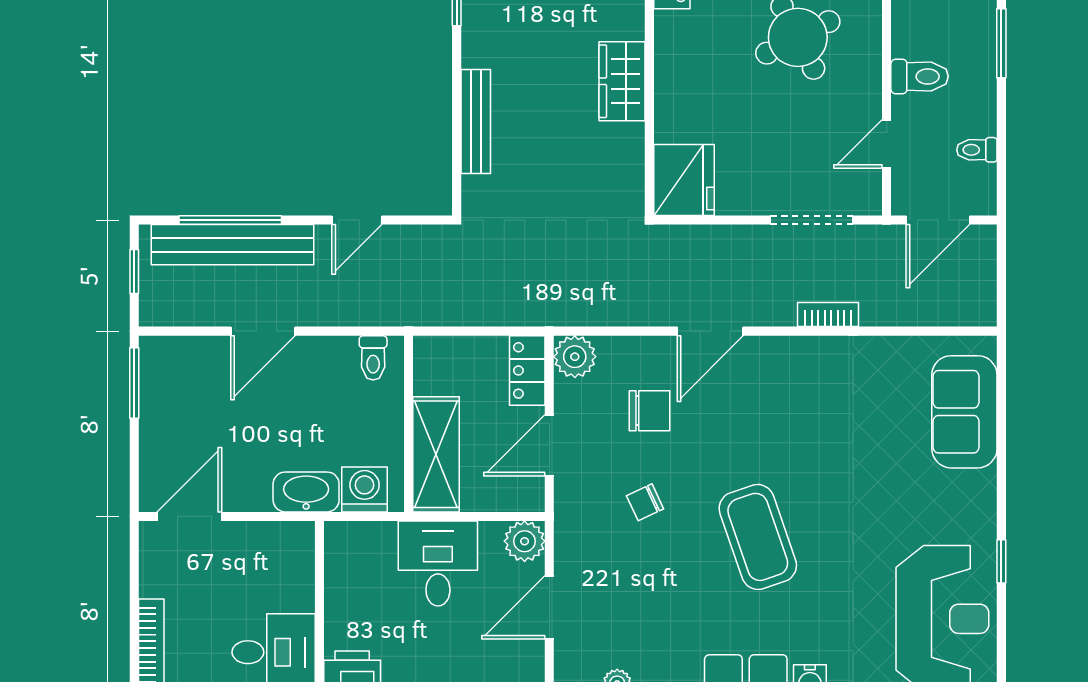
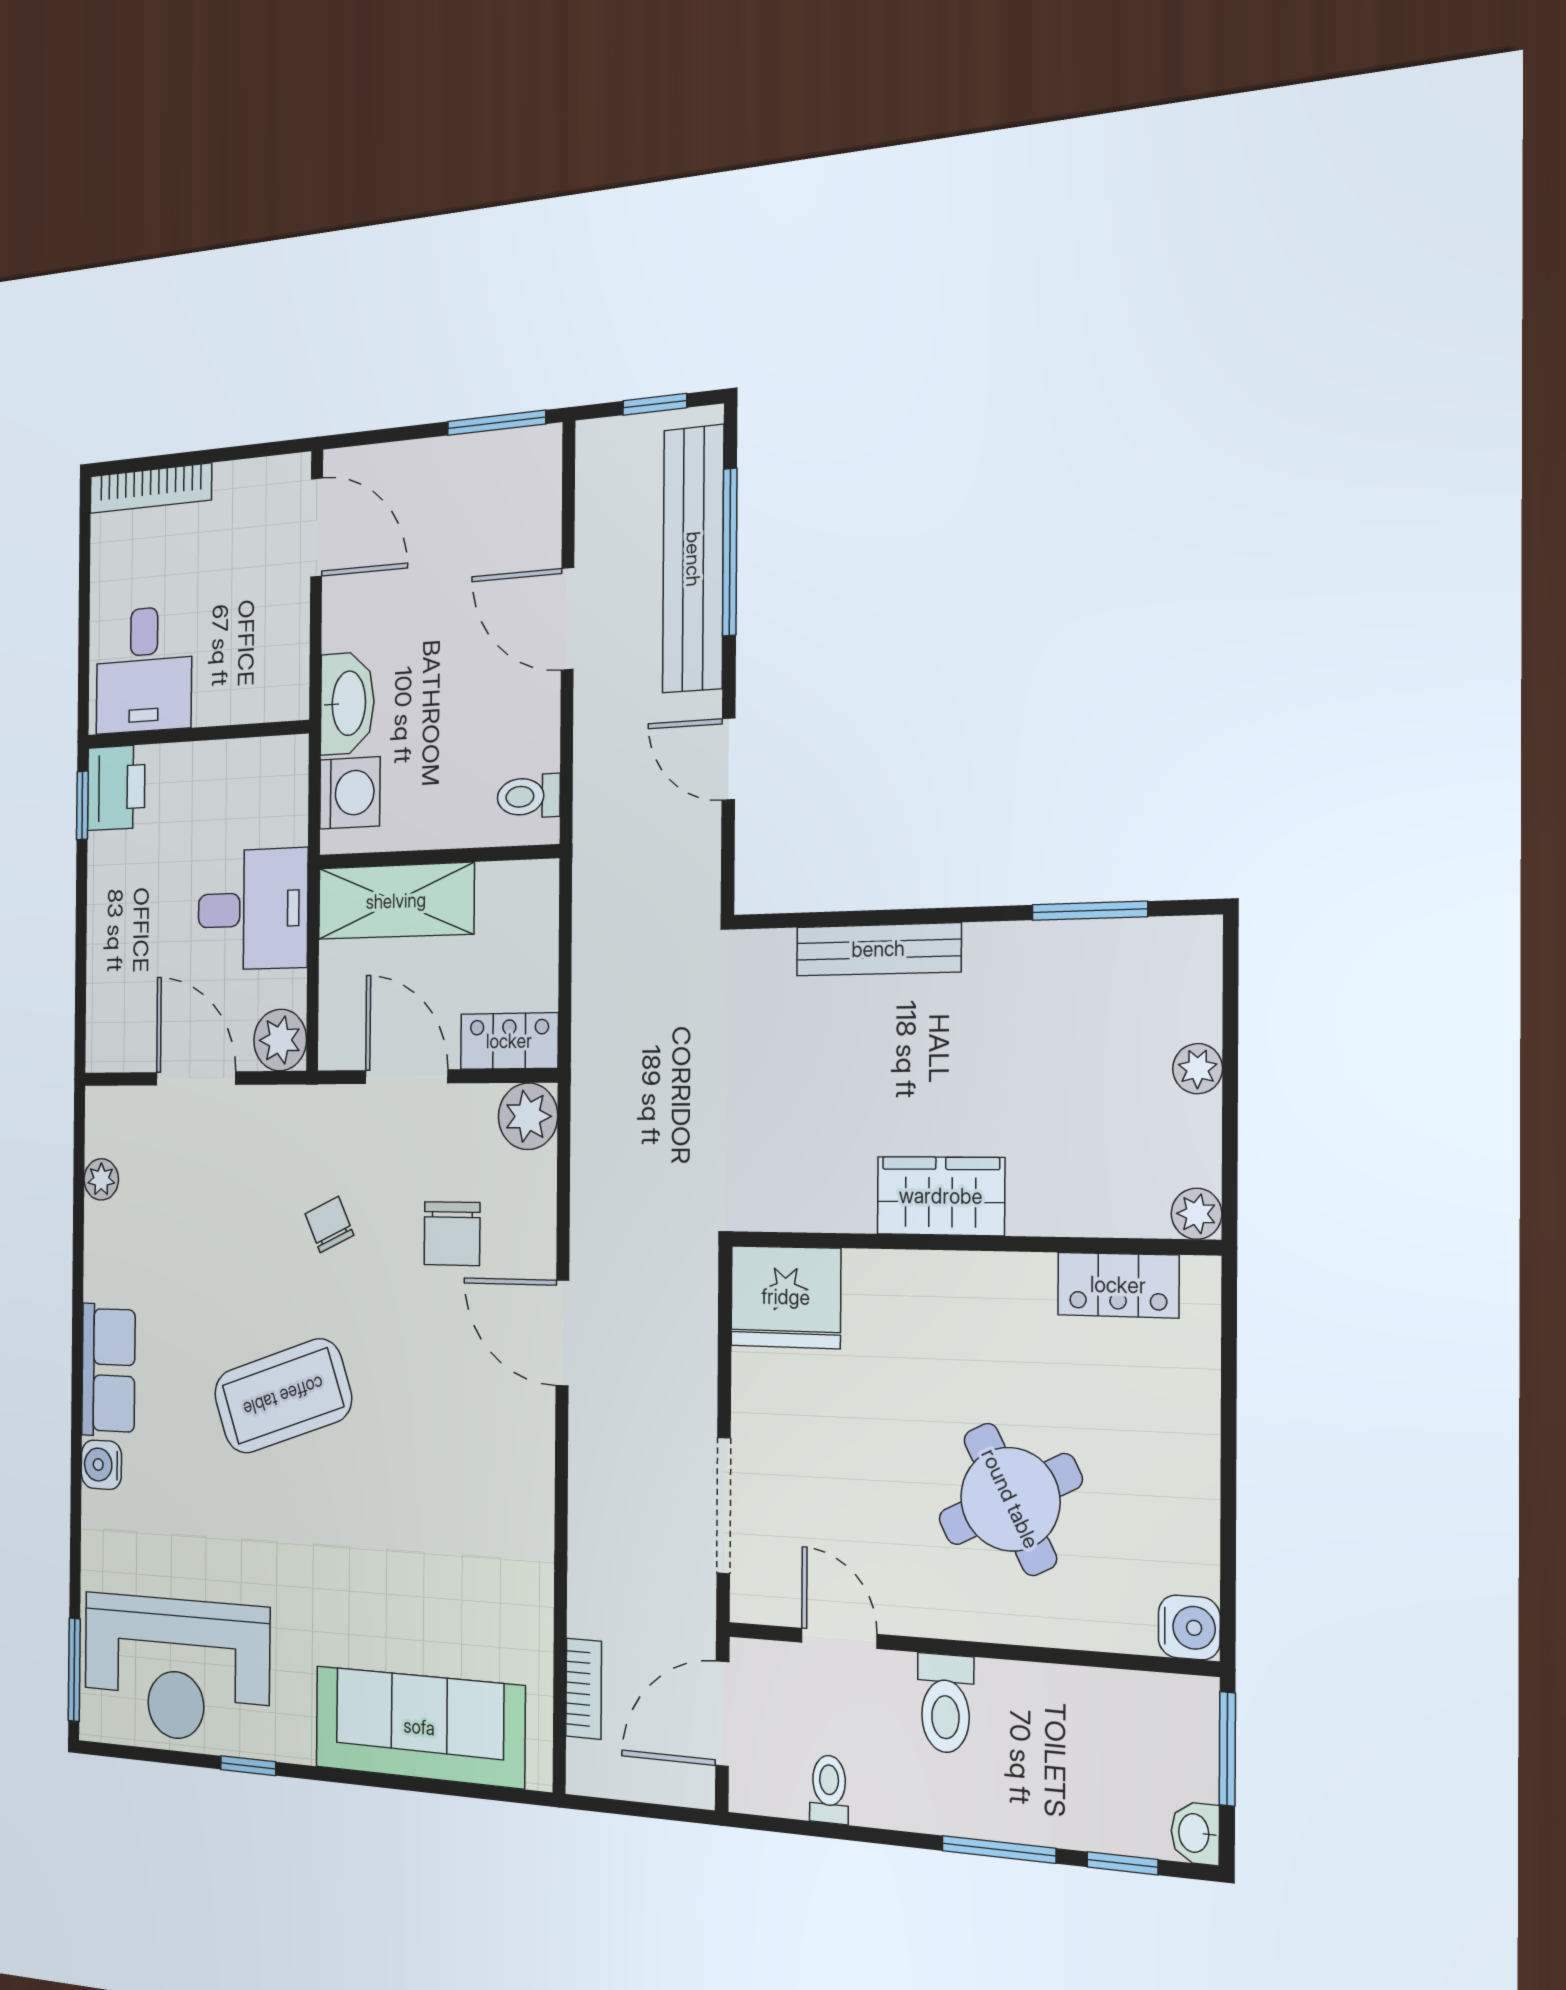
door: (938, 220) -> (722, 1714), hinge flipped
bookcase: (828, 315) -> (584, 1689), moved
sofa: (964, 412) -> (419, 1727), width x1.36

